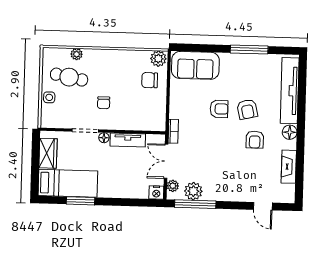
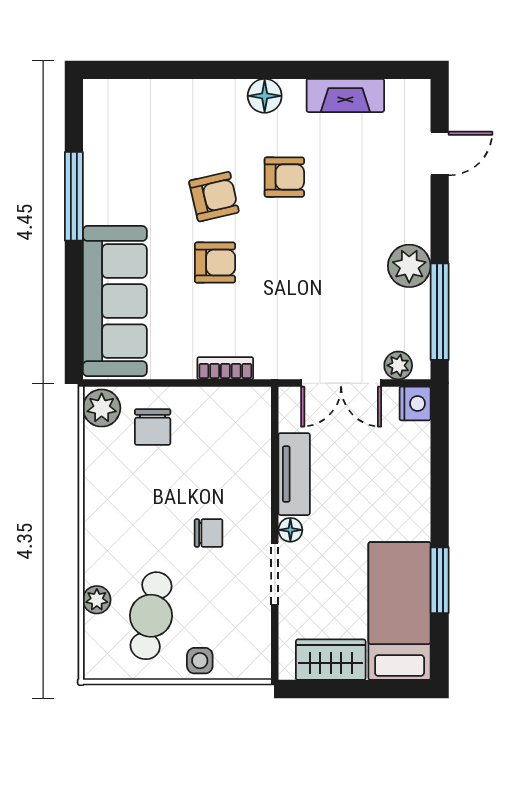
sofa: (195, 65) -> (115, 301), width x1.36
tv unit: (290, 91) -> (168, 99), removed
armchair: (219, 109) -> (215, 263), turned 90
bookcase: (173, 131) -> (225, 368), moved
plant: (193, 191) -> (409, 266), moved

